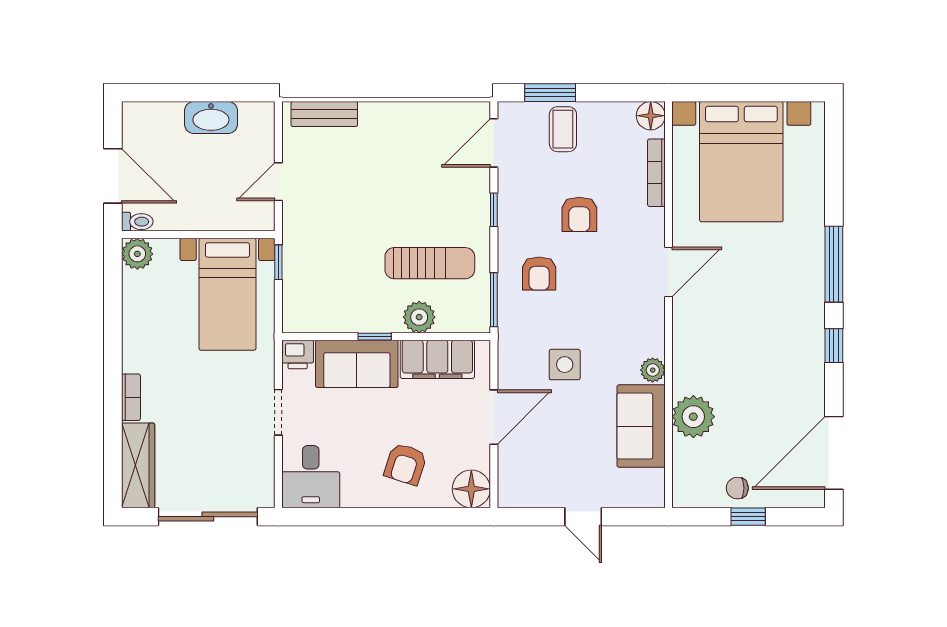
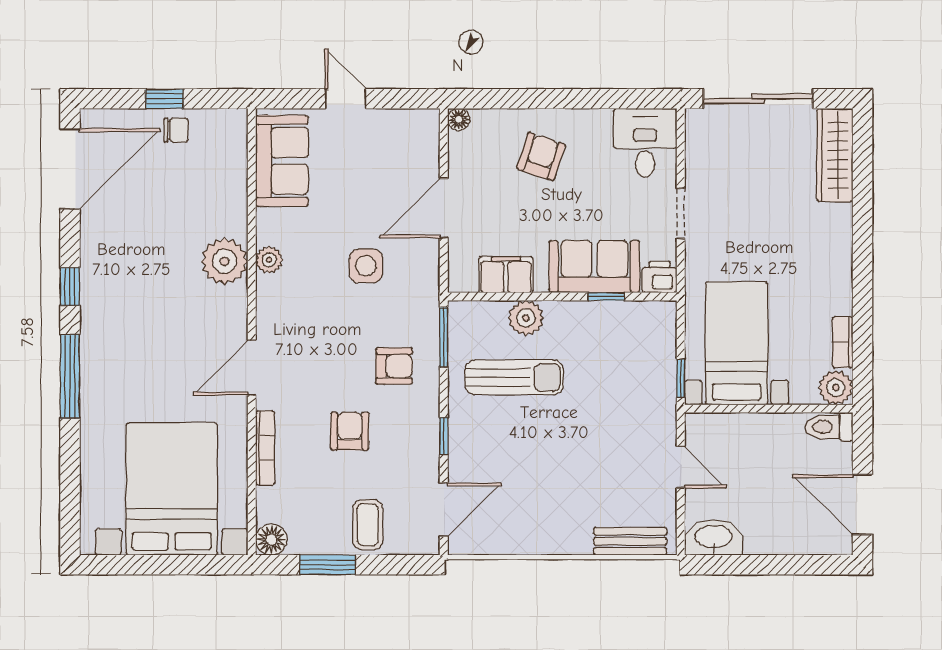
window: (550, 93) -> (328, 565), moved
washbasin: (211, 118) -> (714, 537), moved
bookcase: (656, 173) -> (265, 448), moved
door: (113, 176) -> (863, 505), moved
door: (278, 182) -> (681, 467), hinge flipped
toilet: (137, 222) -> (829, 427), width x1.37, depth x1.39
sun lounger: (430, 263) -> (514, 377), turned 180
armchair: (539, 274) -> (394, 366), turned 90
window: (375, 337) -> (606, 297), moved
filing cabinet: (437, 359) -> (506, 275), width x0.67, depth x0.86
bookcase: (131, 397) -> (843, 342), moved
plant: (693, 417) -> (225, 261), moved
sofa: (641, 426) -> (282, 161), moved
floor lamp: (471, 489) -> (459, 119), width x0.53, depth x0.53

